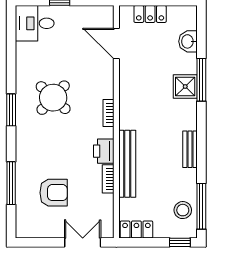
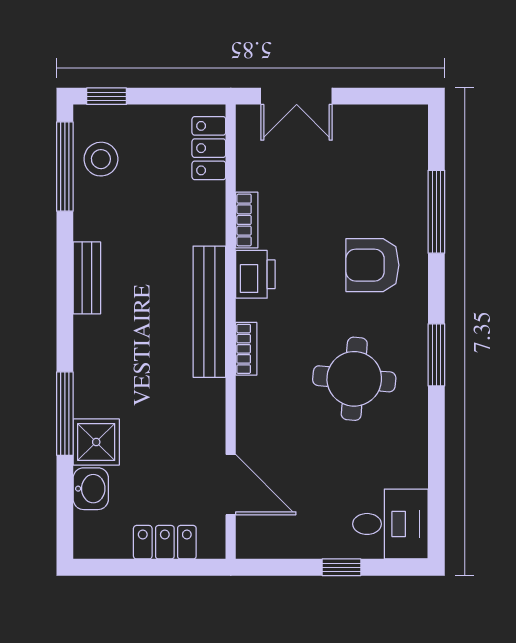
shower: (185, 87) -> (96, 442), moved
round table: (53, 98) -> (354, 379), turned -38
bench: (127, 164) -> (209, 312), moved
armchair: (54, 193) -> (372, 265), moved
locker: (136, 229) -> (209, 148), moved, turned 90

